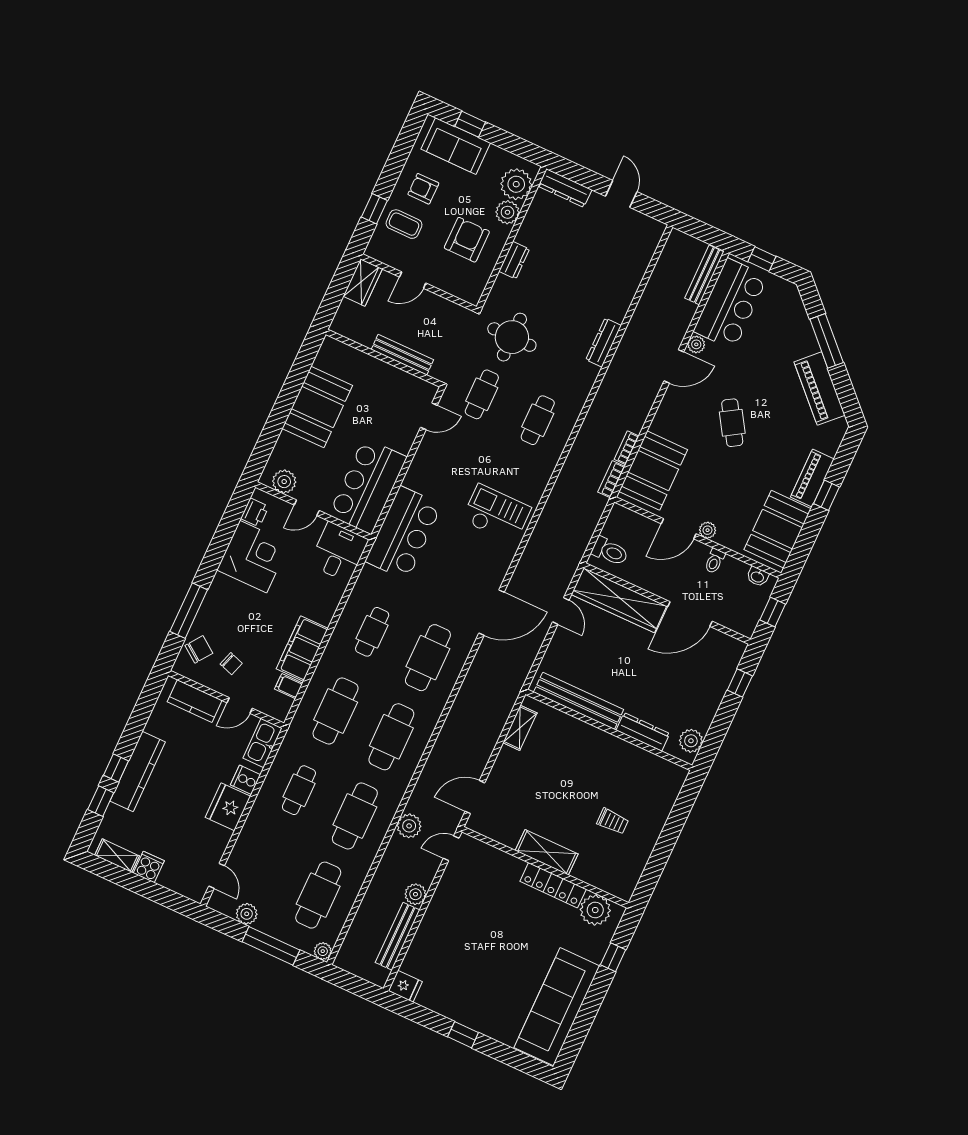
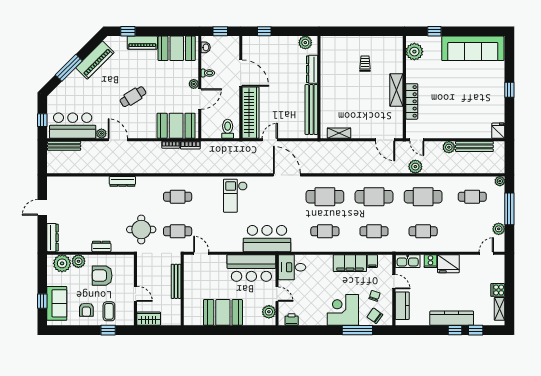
window: (827, 495) -> (128, 31), moved
door: (679, 529) -> (200, 99), hinge flipped
corner desk: (253, 557) -> (343, 310), moved
cafe table: (336, 711) -> (374, 231), width x0.73, depth x0.74
locker: (553, 885) -> (412, 101), moved
cafe table: (318, 895) -> (472, 197), width x0.73, depth x0.74

